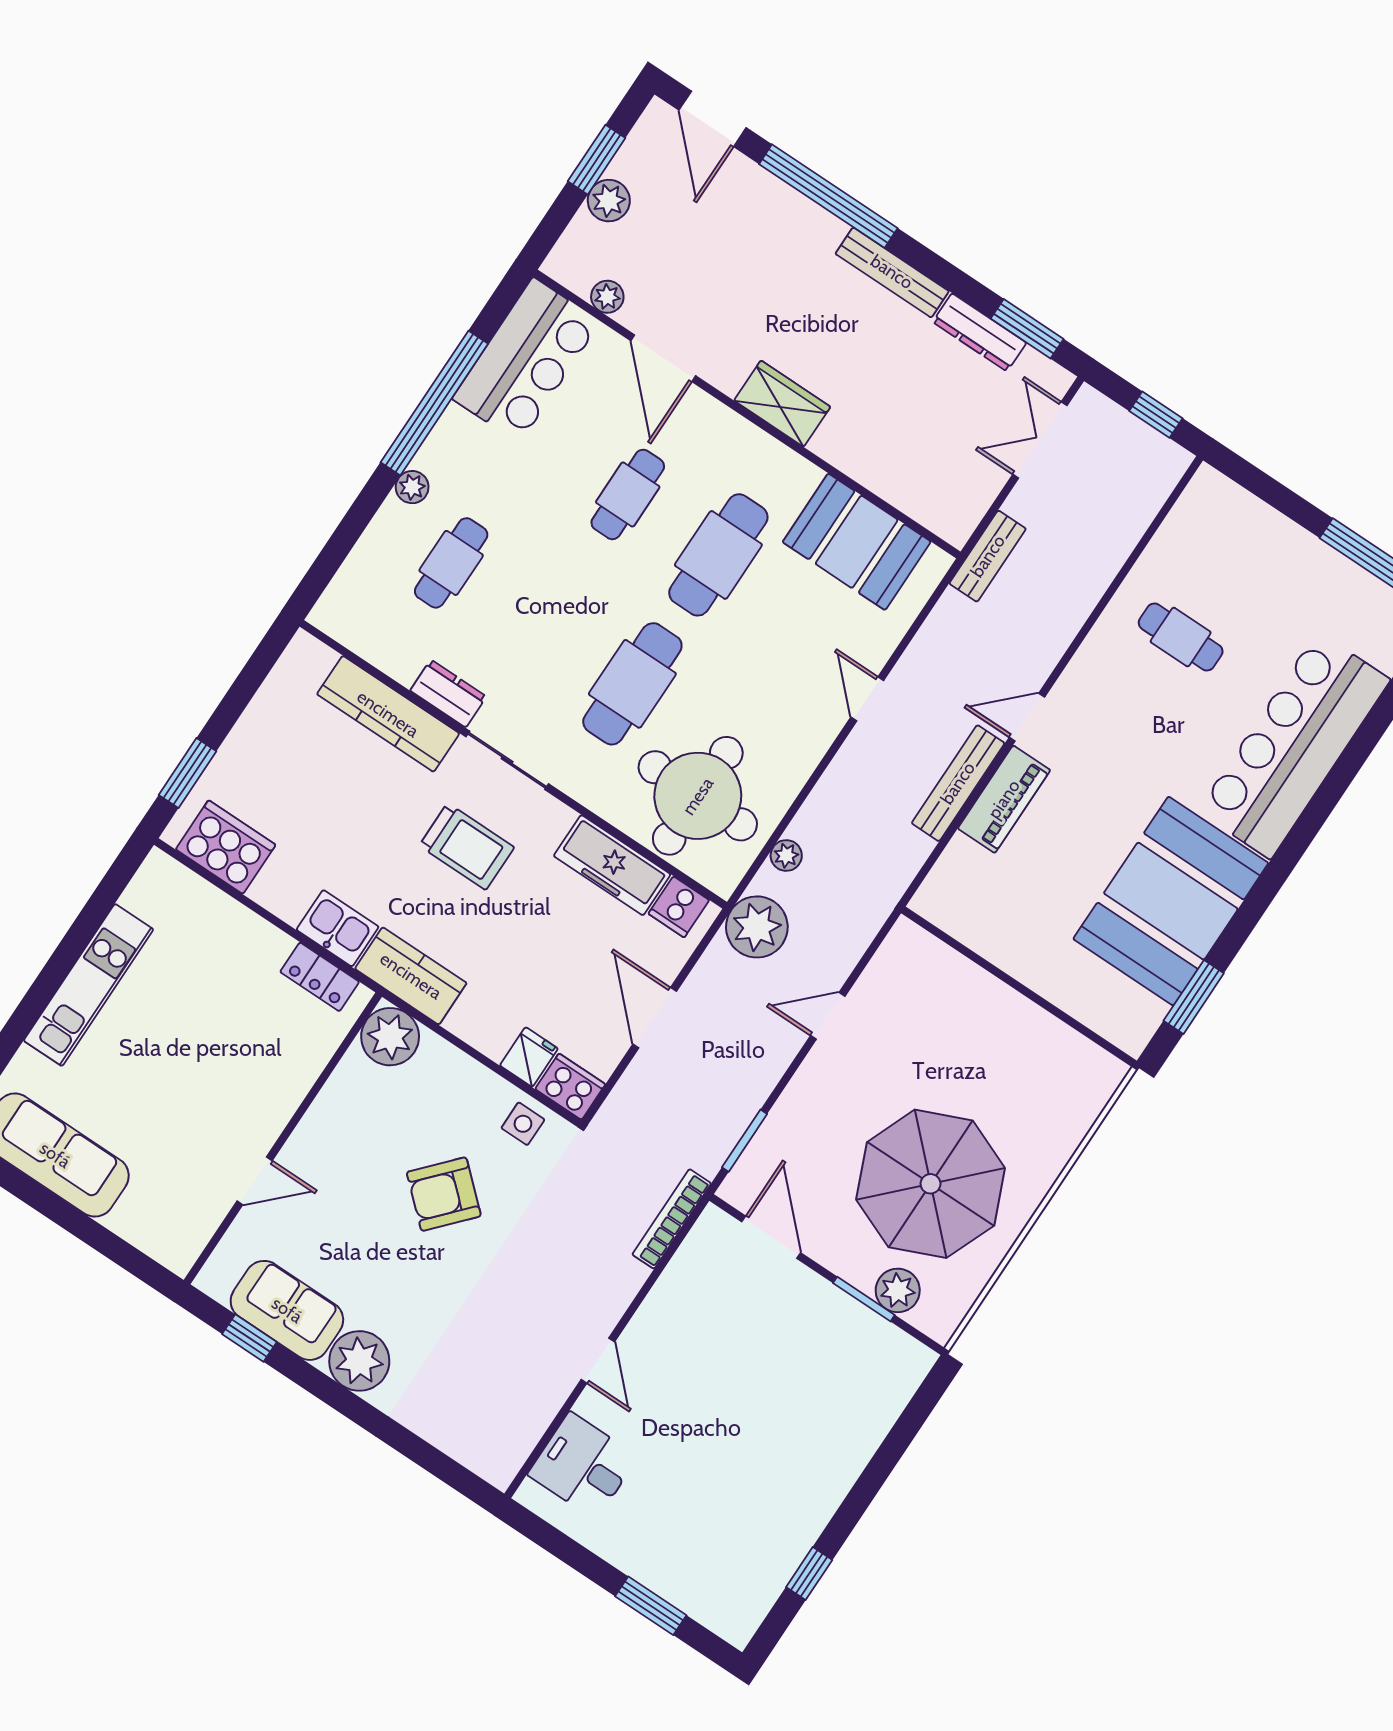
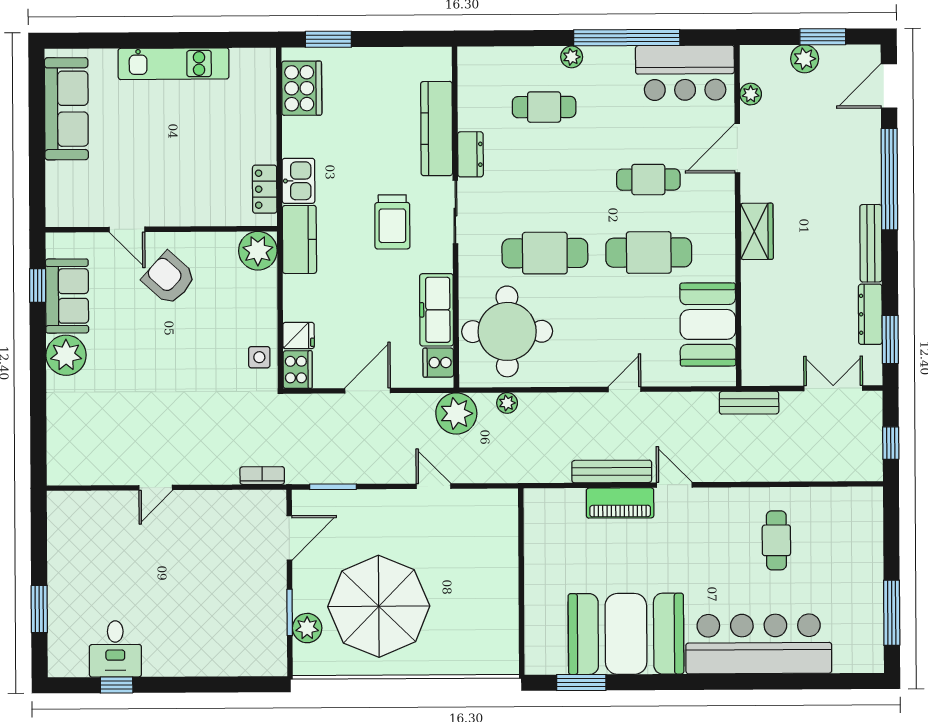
armchair: (444, 1194) -> (169, 278), moved
bookcase: (672, 1219) -> (262, 476), width x0.64
desk: (583, 1466) -> (115, 649), moved, turned 180

